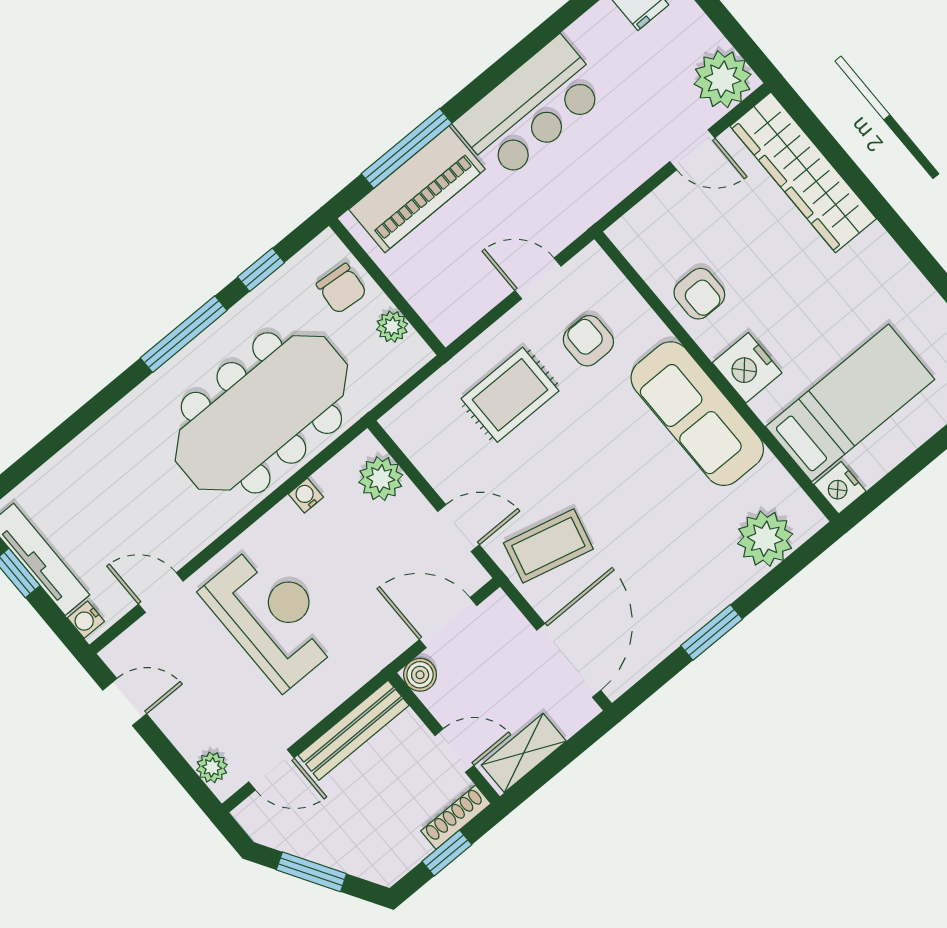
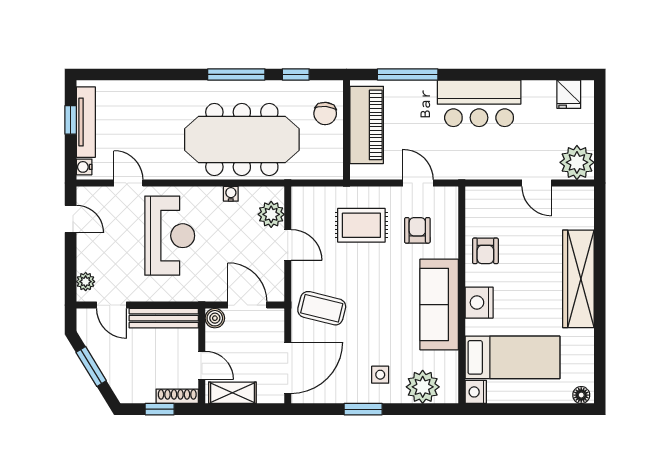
wardrobe: (803, 172) -> (578, 279), moved
piano: (417, 189) -> (367, 125), moved, turned -90
plant: (392, 327) -> (334, 150), removed
door: (459, 528) -> (288, 245), moved
side table: (697, 569) -> (380, 375), added

